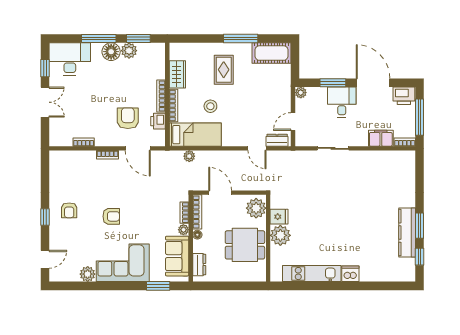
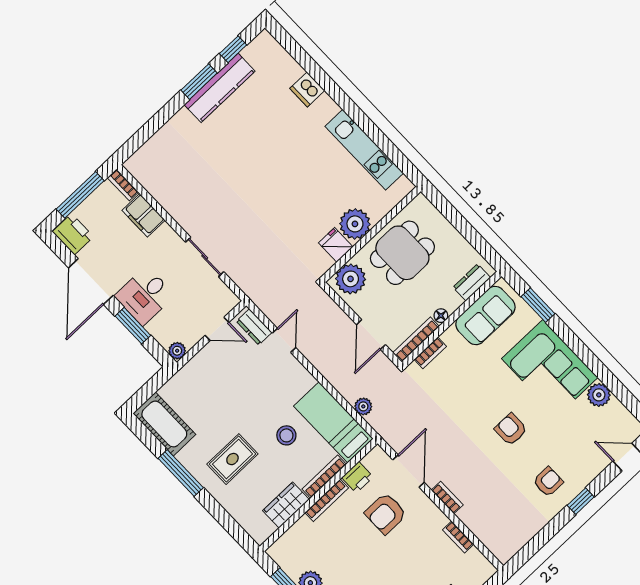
plant: (183, 230) -> (450, 336), removed
dining table: (245, 245) -> (402, 253), turned 90
dishwasher: (350, 274) -> (307, 89), moved

